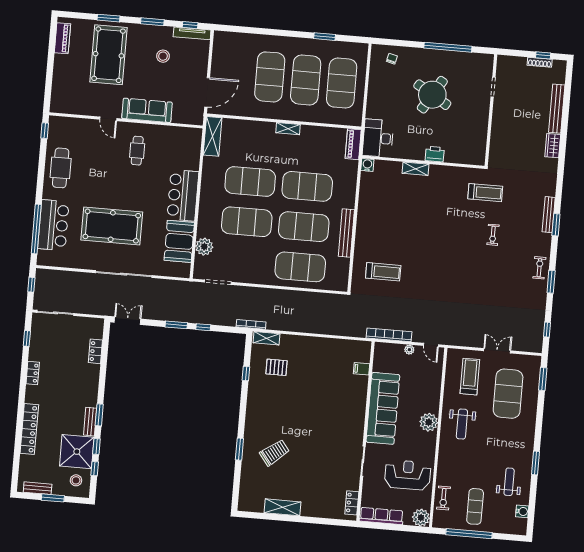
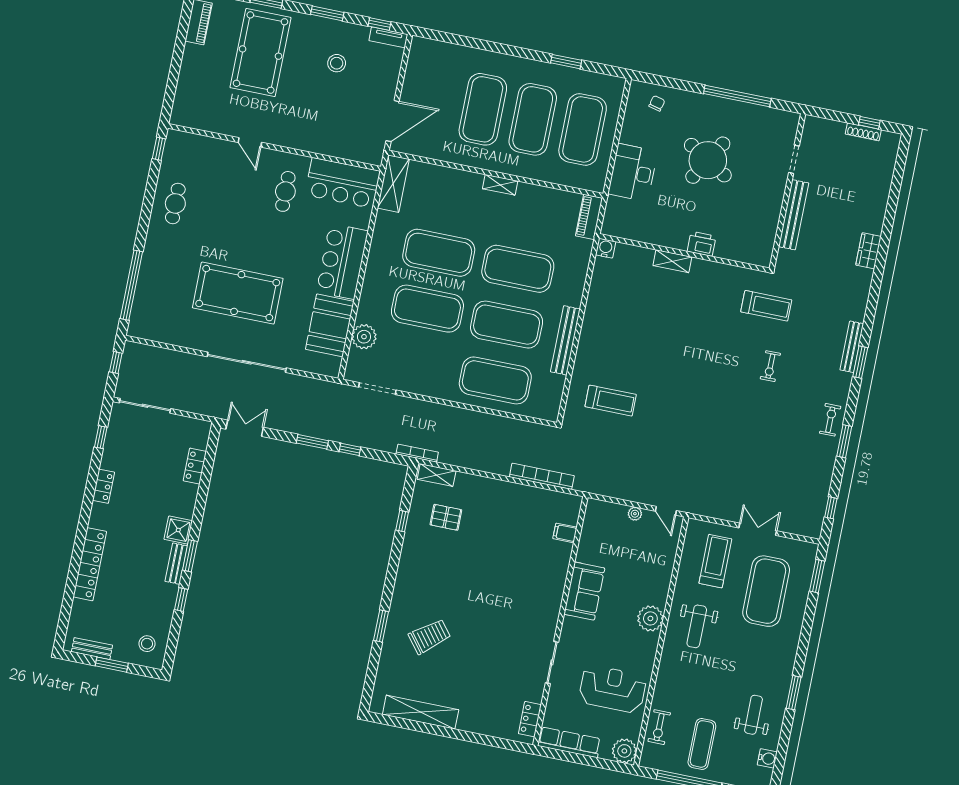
tv unit: (192, 33) -> (388, 37), width x0.71
bench: (557, 109) -> (794, 215), moved
sofa: (147, 110) -> (306, 137), removed
desk: (378, 138) -> (633, 173), moved
cafe table: (61, 168) -> (175, 203), width x0.73, depth x0.74
bar counter: (53, 225) -> (342, 183), moved, turned 90
bookcase: (389, 335) -> (542, 476), moved
sofa: (383, 408) -> (584, 591), width x0.54, depth x0.79
shower: (77, 452) -> (178, 530), moved, width x0.54, depth x0.54
window: (95, 469) -> (175, 630), removed
shelving: (283, 507) -> (421, 712), width x1.47

